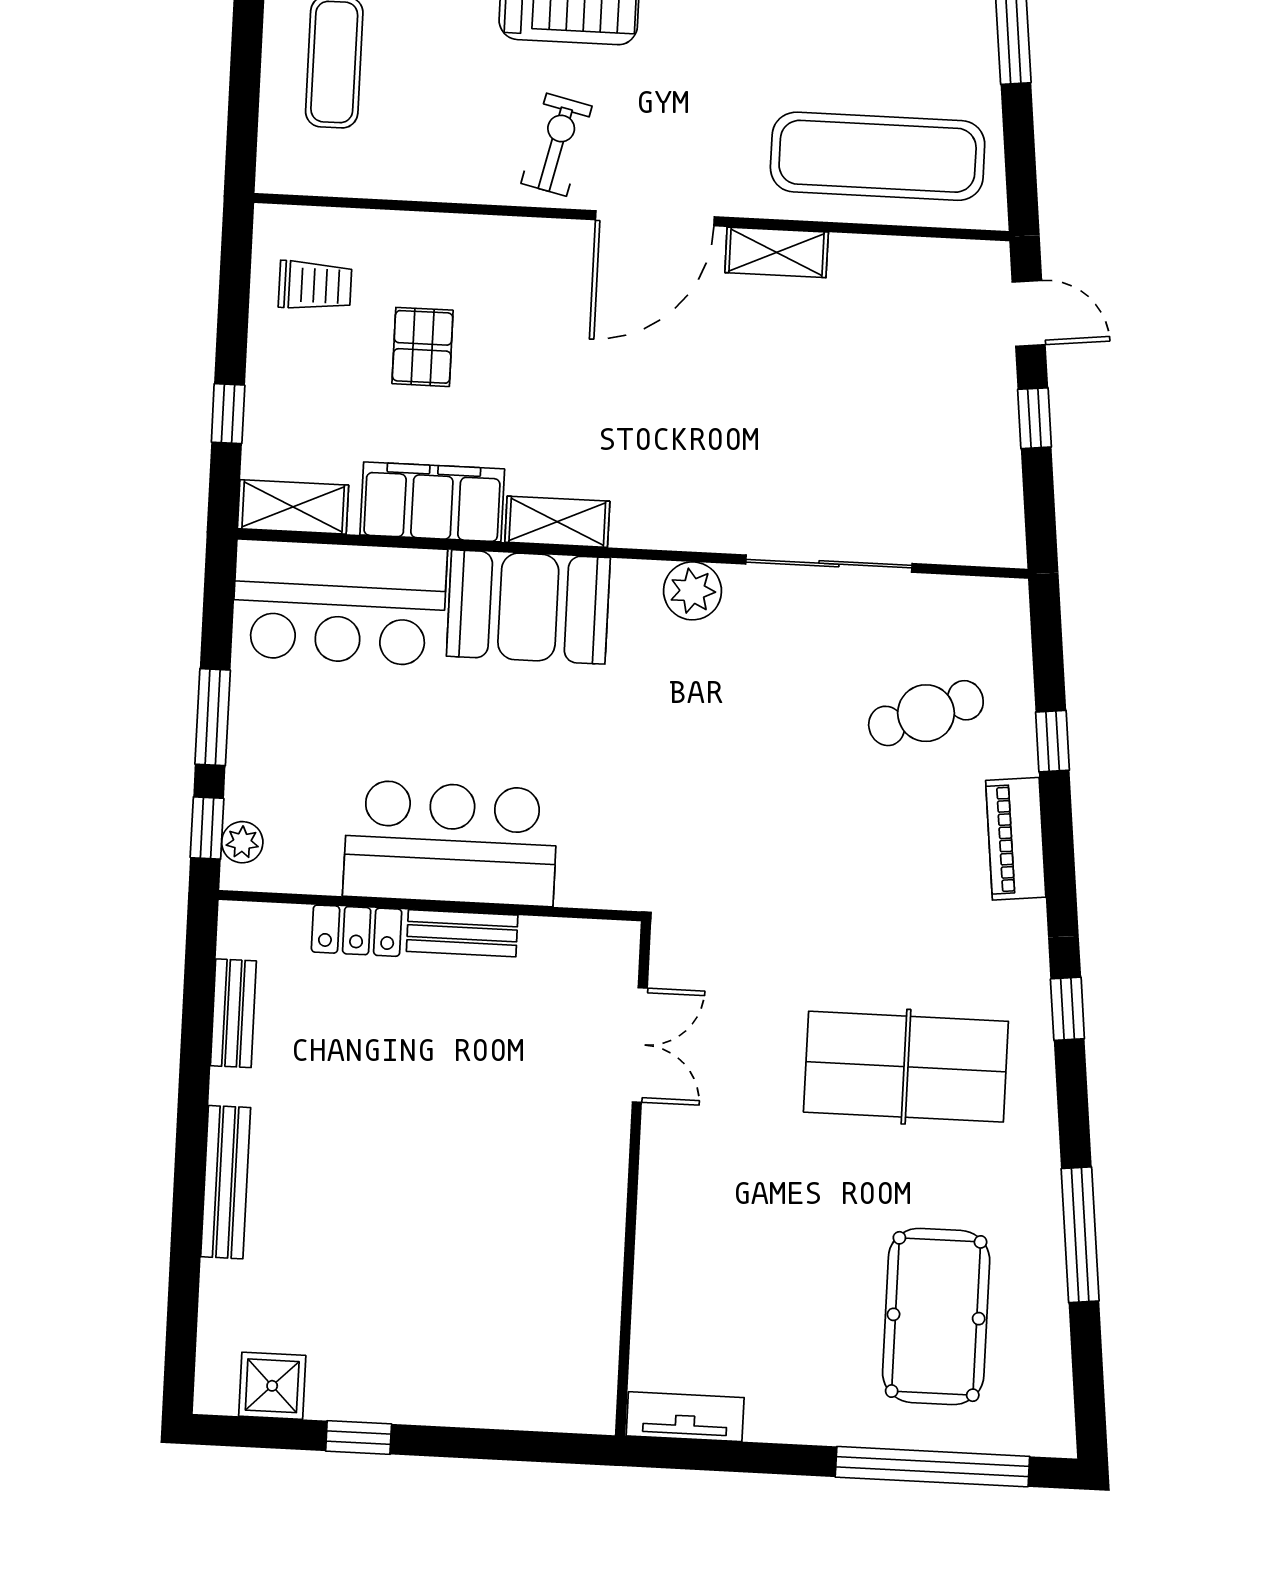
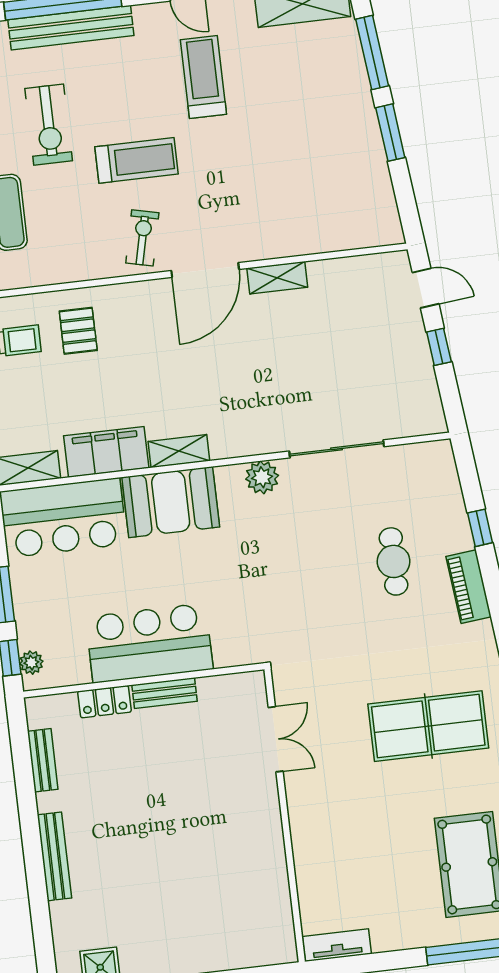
exercise mat: (878, 156) -> (325, 214), removed
pallet: (423, 347) -> (78, 331), moved
cafe table: (926, 713) -> (394, 561), moved, turned -69

